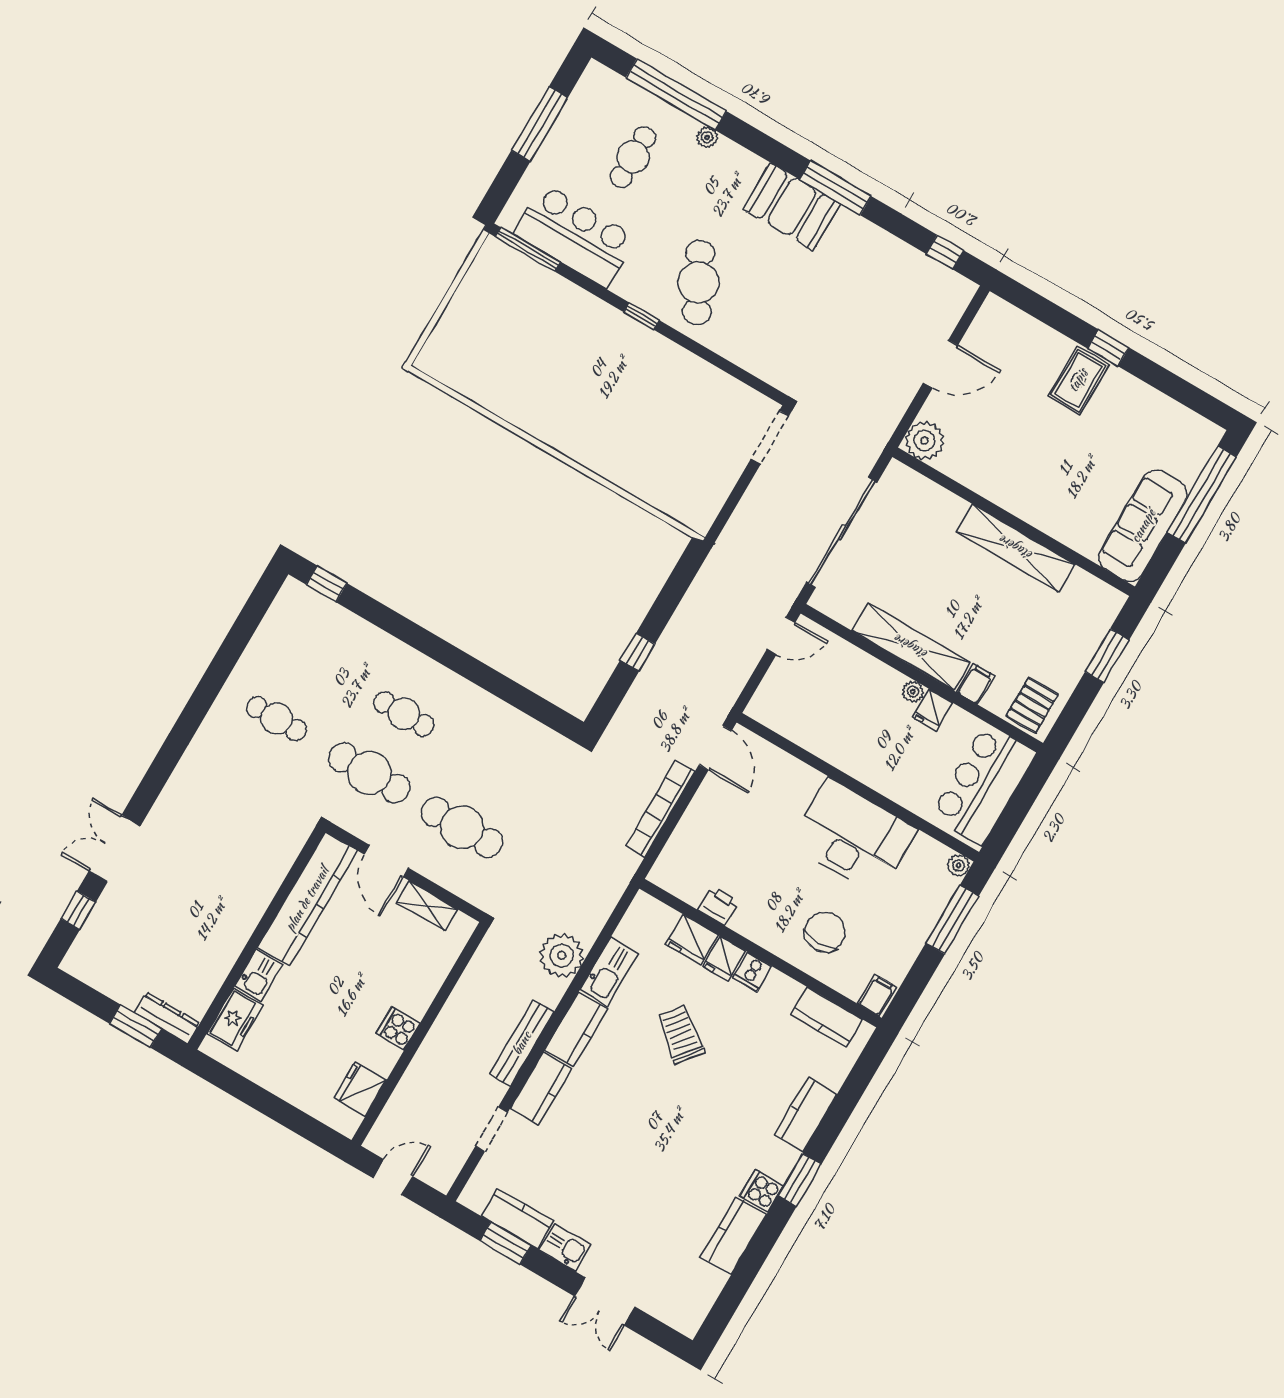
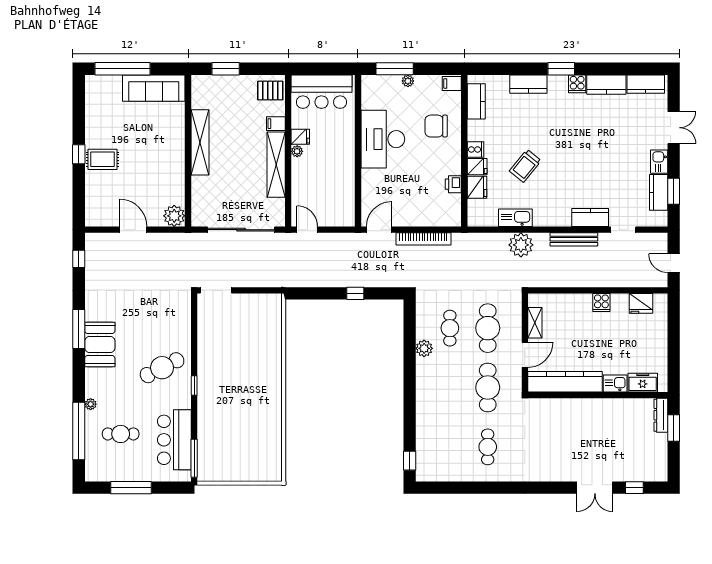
plant: (489, 709) -> (424, 348), added
cafe table: (404, 714) -> (450, 328), moved
plant: (959, 865) -> (408, 81), moved
kitchen counter: (576, 1029) -> (646, 84), moved, turned 180

